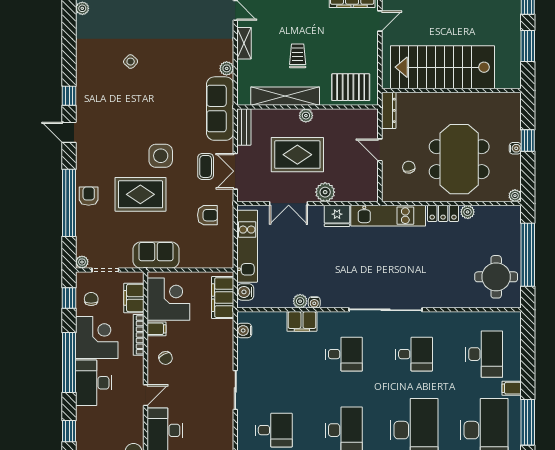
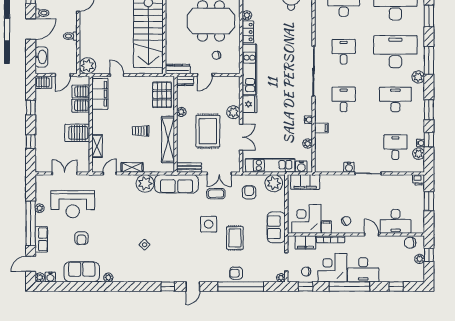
plant: (227, 68) -> (145, 183), width x1.87, depth x1.87
plant: (306, 116) -> (181, 112), moved
dresser: (371, 121) -> (185, 81), added
rug: (140, 194) -> (235, 238), width x0.73, depth x0.70
plant: (221, 251) -> (274, 183), added
plant: (300, 301) -> (308, 144), moved
filing cabinet: (302, 321) -> (321, 128), width x0.50
water cooler: (244, 330) -> (349, 167), moved

